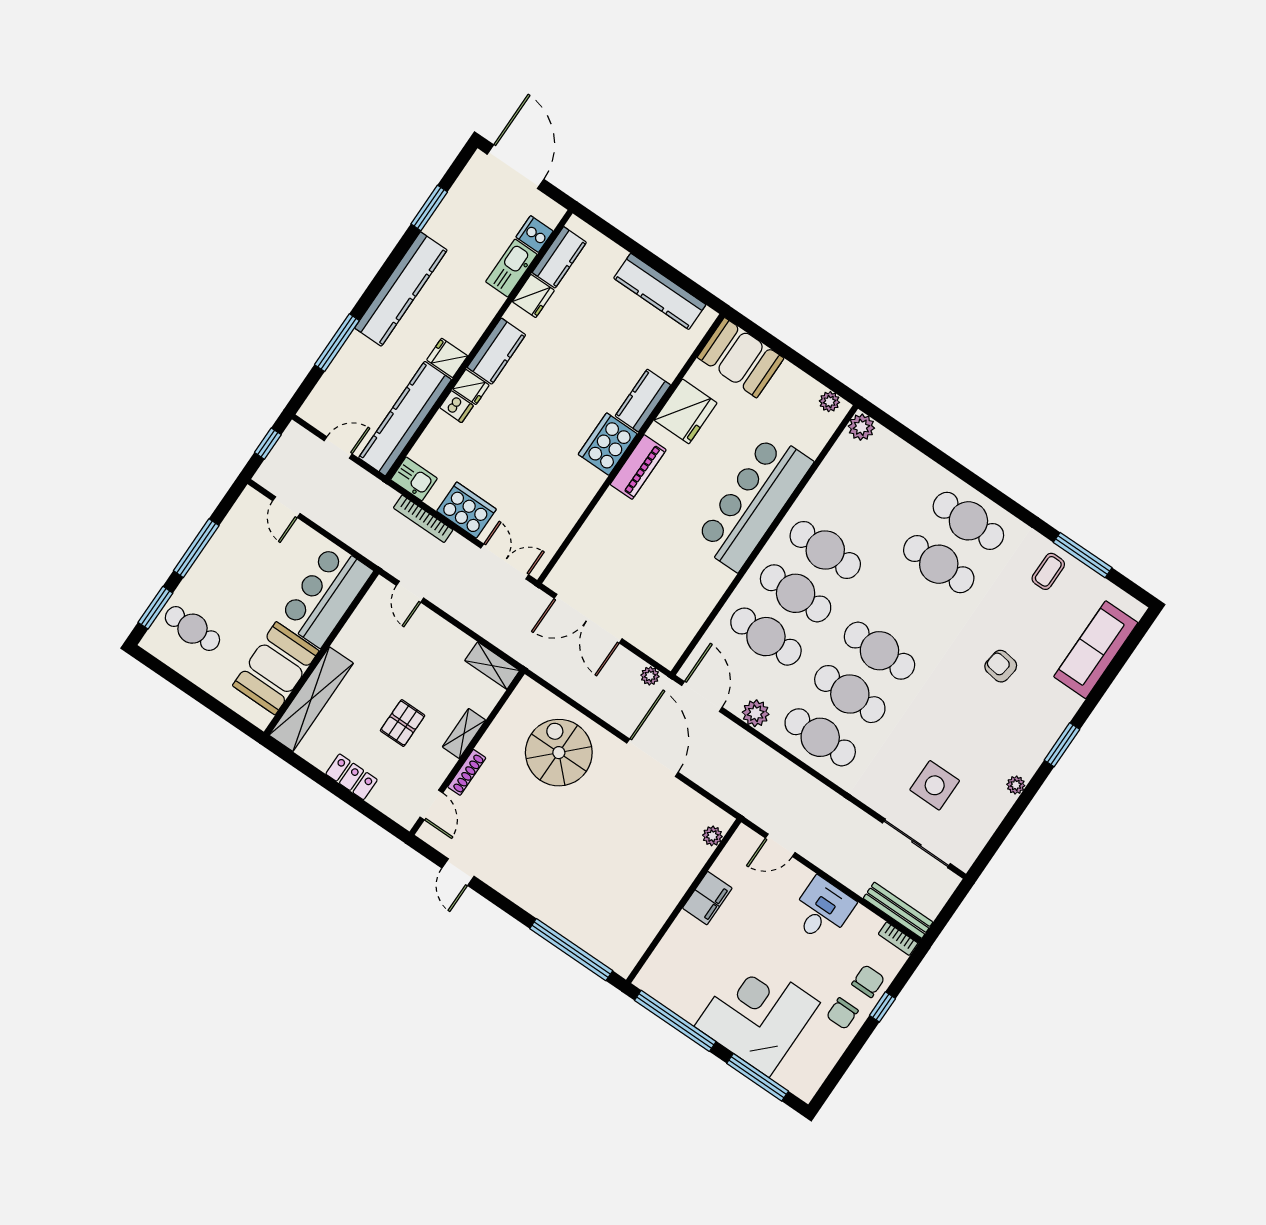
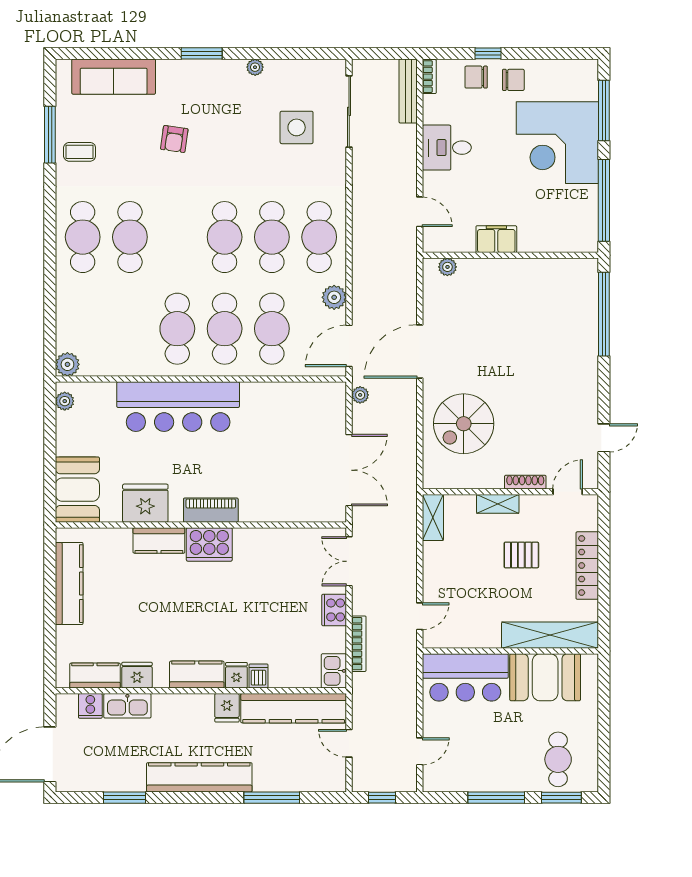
cooker: (466, 510) -> (334, 610), width x0.73, depth x0.76
locker: (352, 777) -> (587, 566), width x1.53

